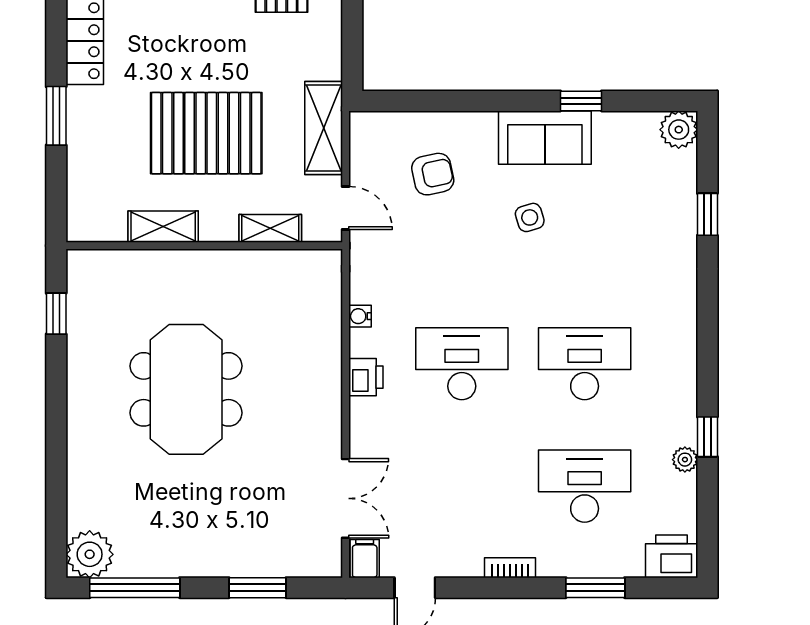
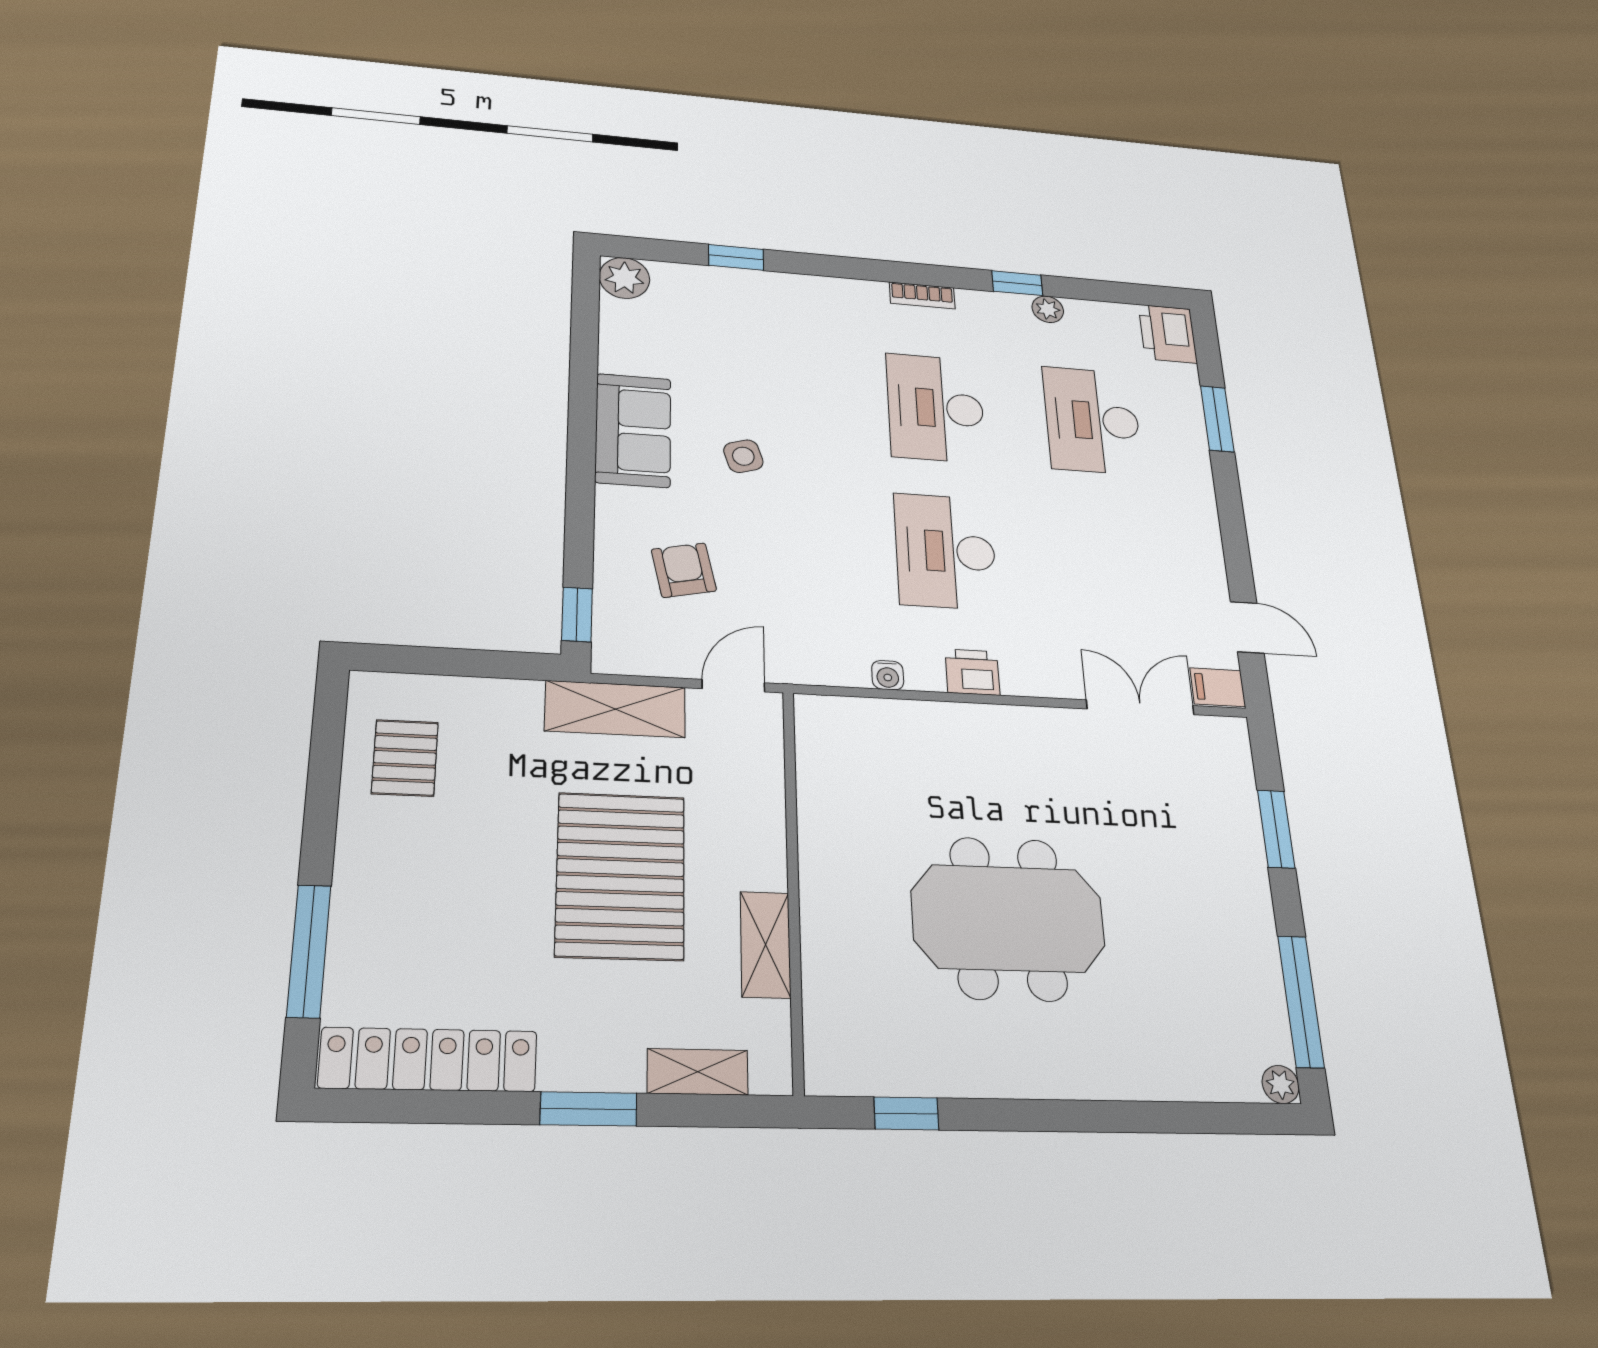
window: (581, 101) -> (577, 614), moved
shelving: (270, 228) -> (698, 1072), moved, turned 90
plant: (90, 554) -> (1281, 1084), width x0.53, depth x0.53
bookcase: (510, 568) -> (922, 295), moved, turned -90

